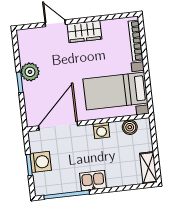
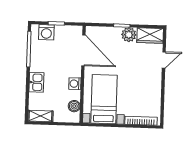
wardrobe: (84, 32) -> (150, 36), moved, turned -90
washing machine: (41, 162) -> (46, 32), moved
kitchen sink: (93, 181) -> (36, 82), moved

